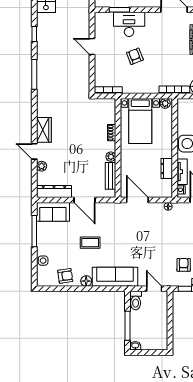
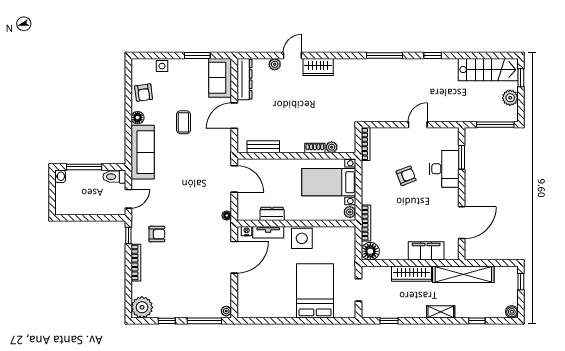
plant: (111, 157) -> (332, 147), moved
door: (137, 200) -> (234, 179), hinge flipped
window: (34, 231) -> (197, 55), width x0.69

